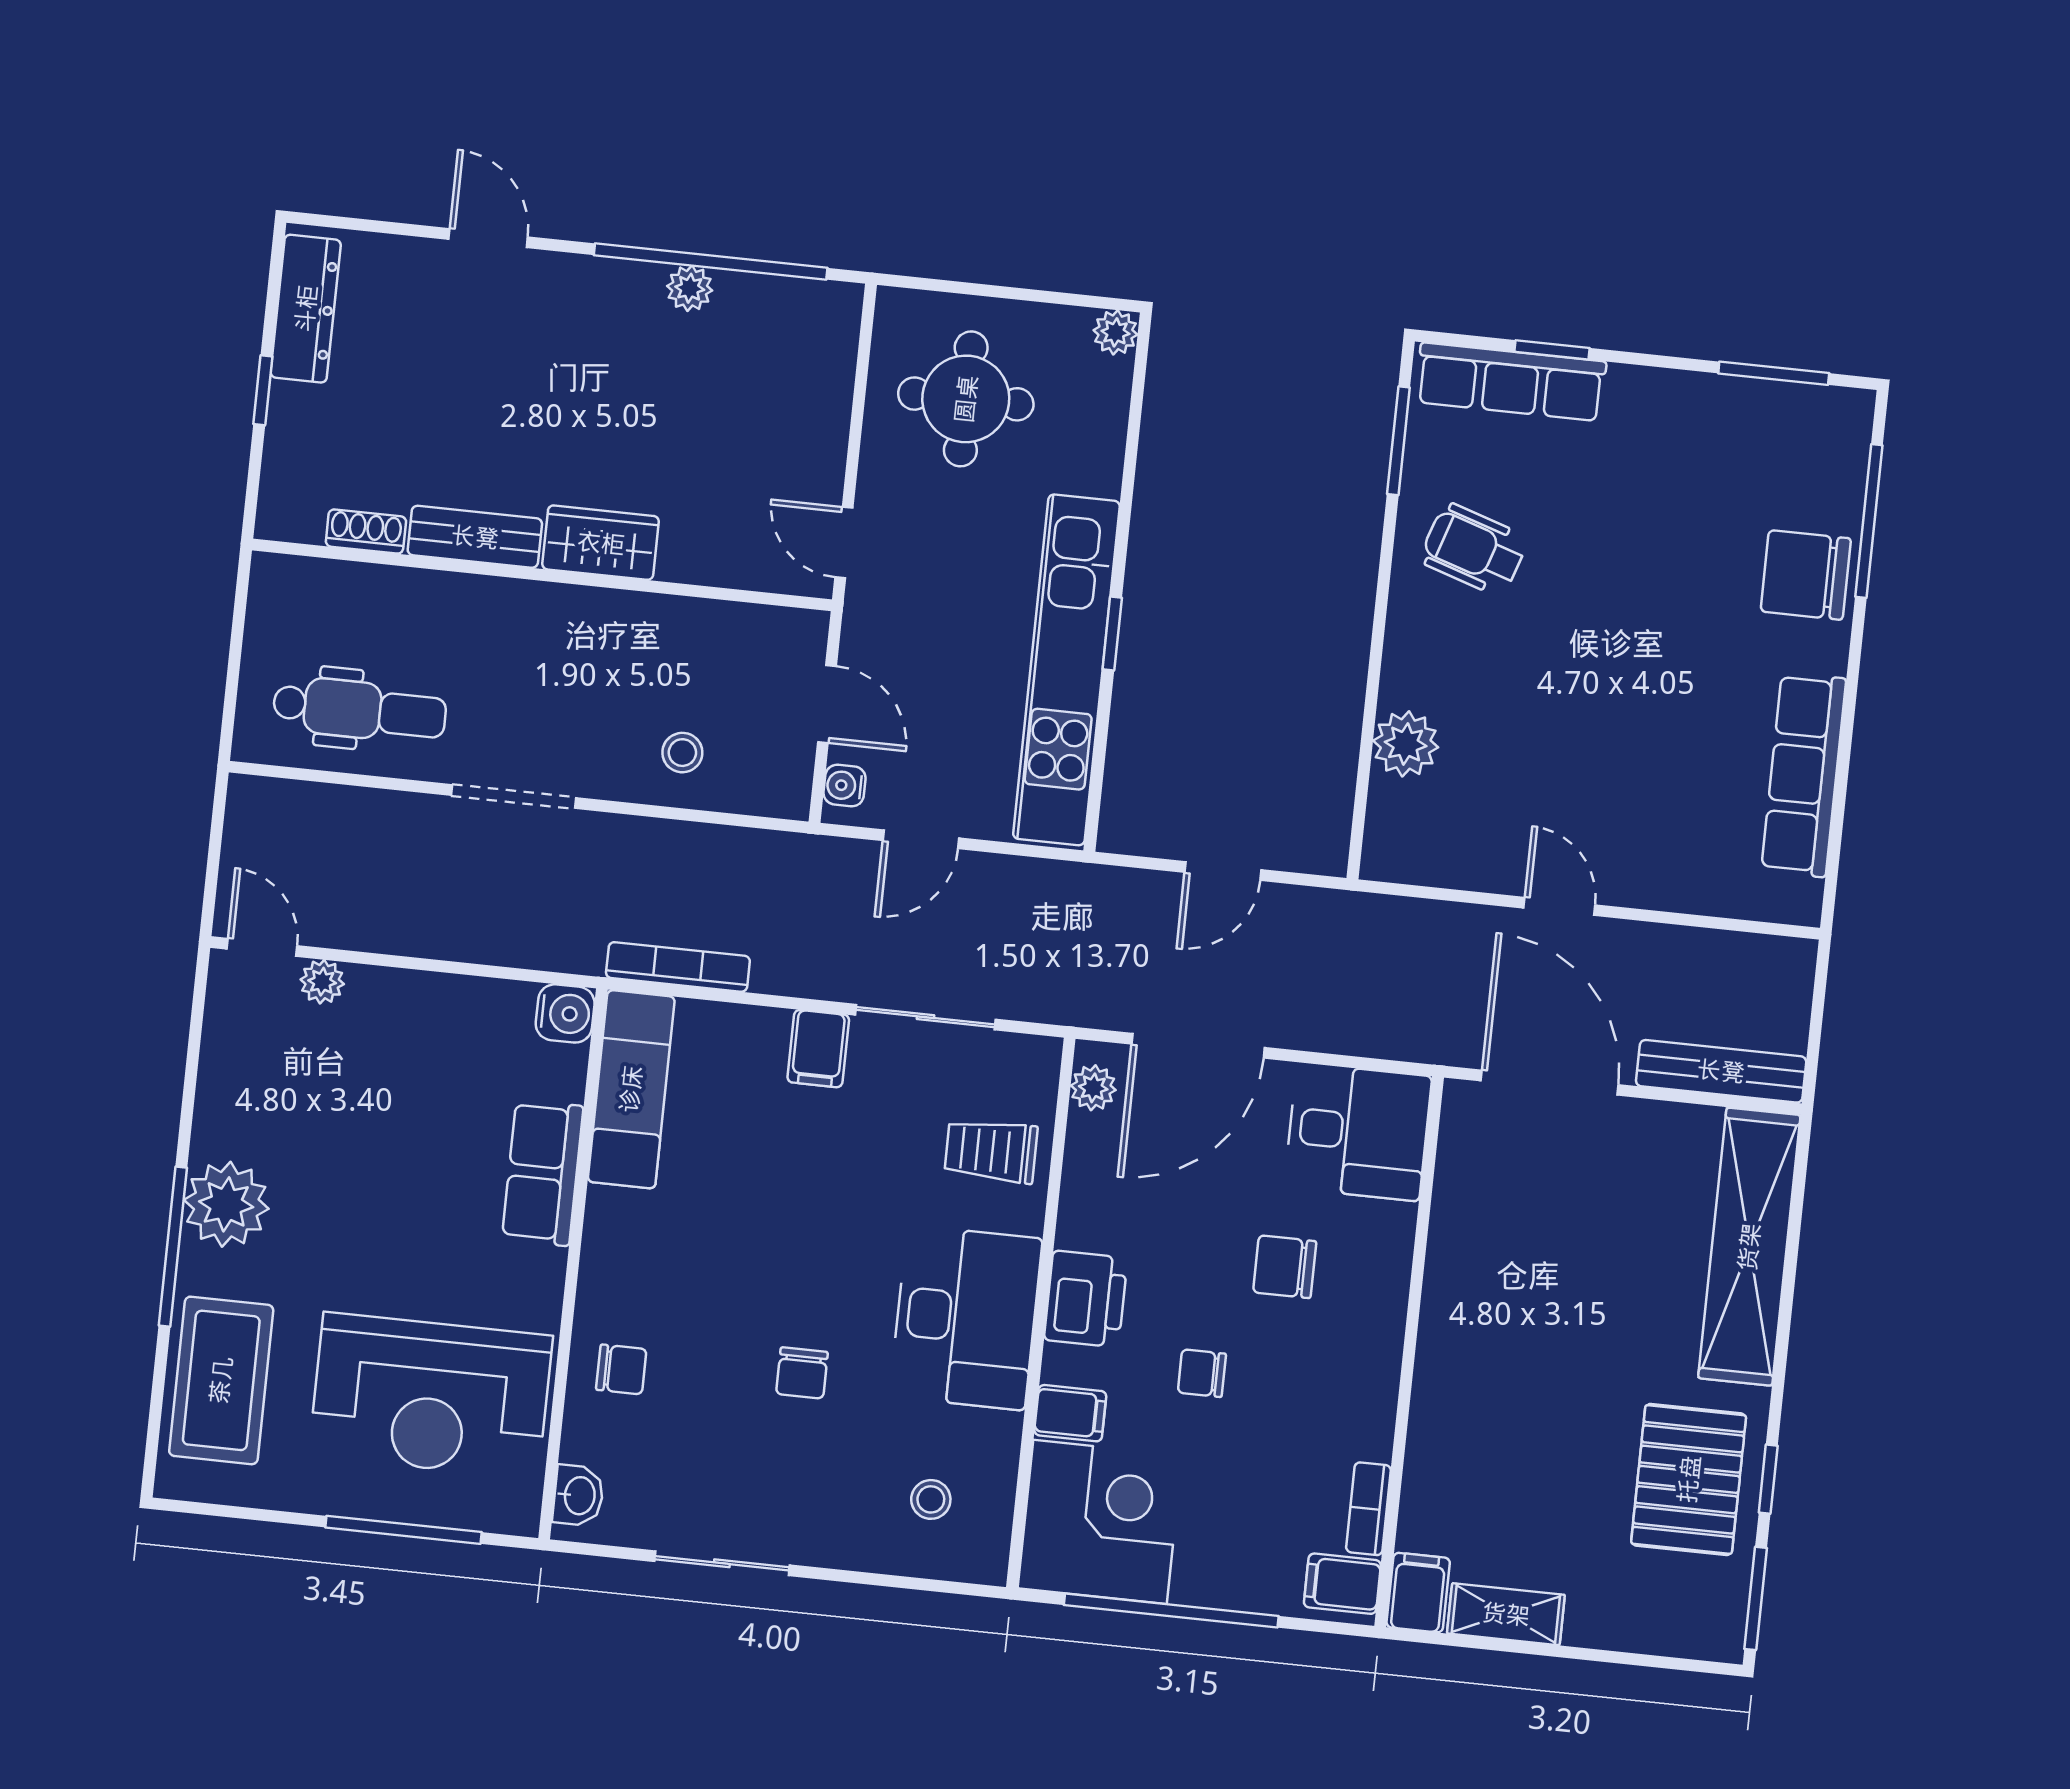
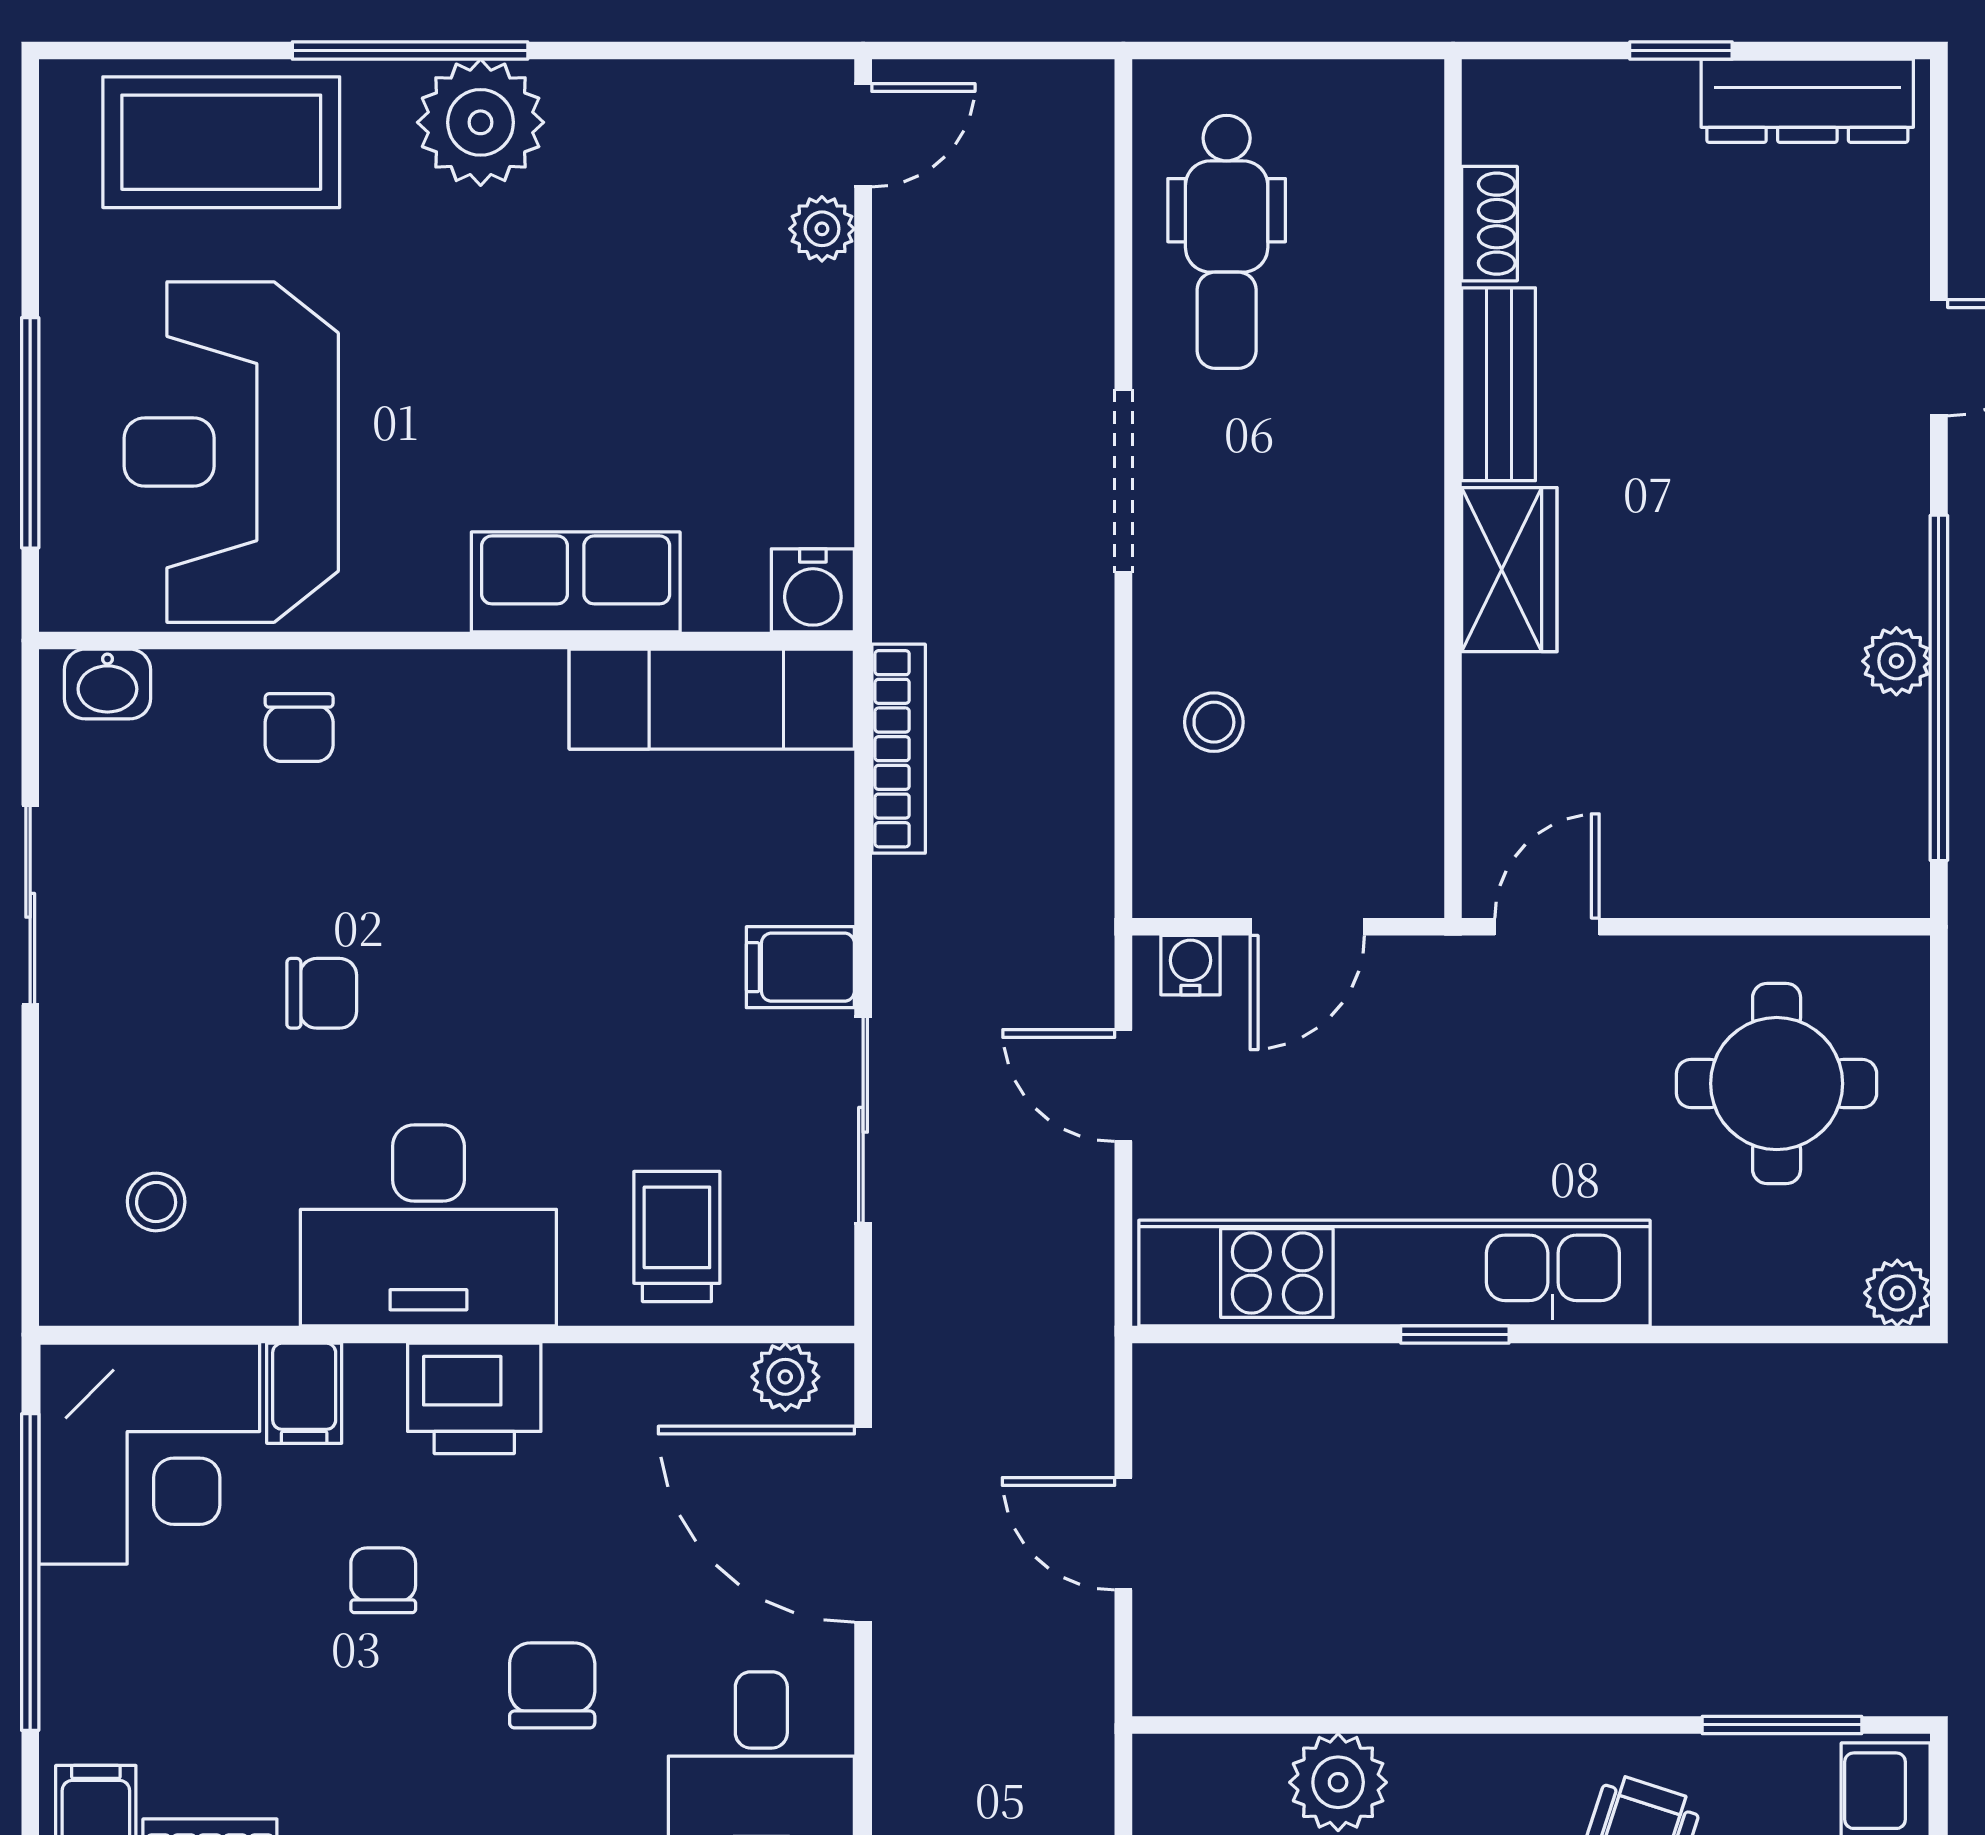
chair: (802, 1373) -> (322, 993), turned 180

